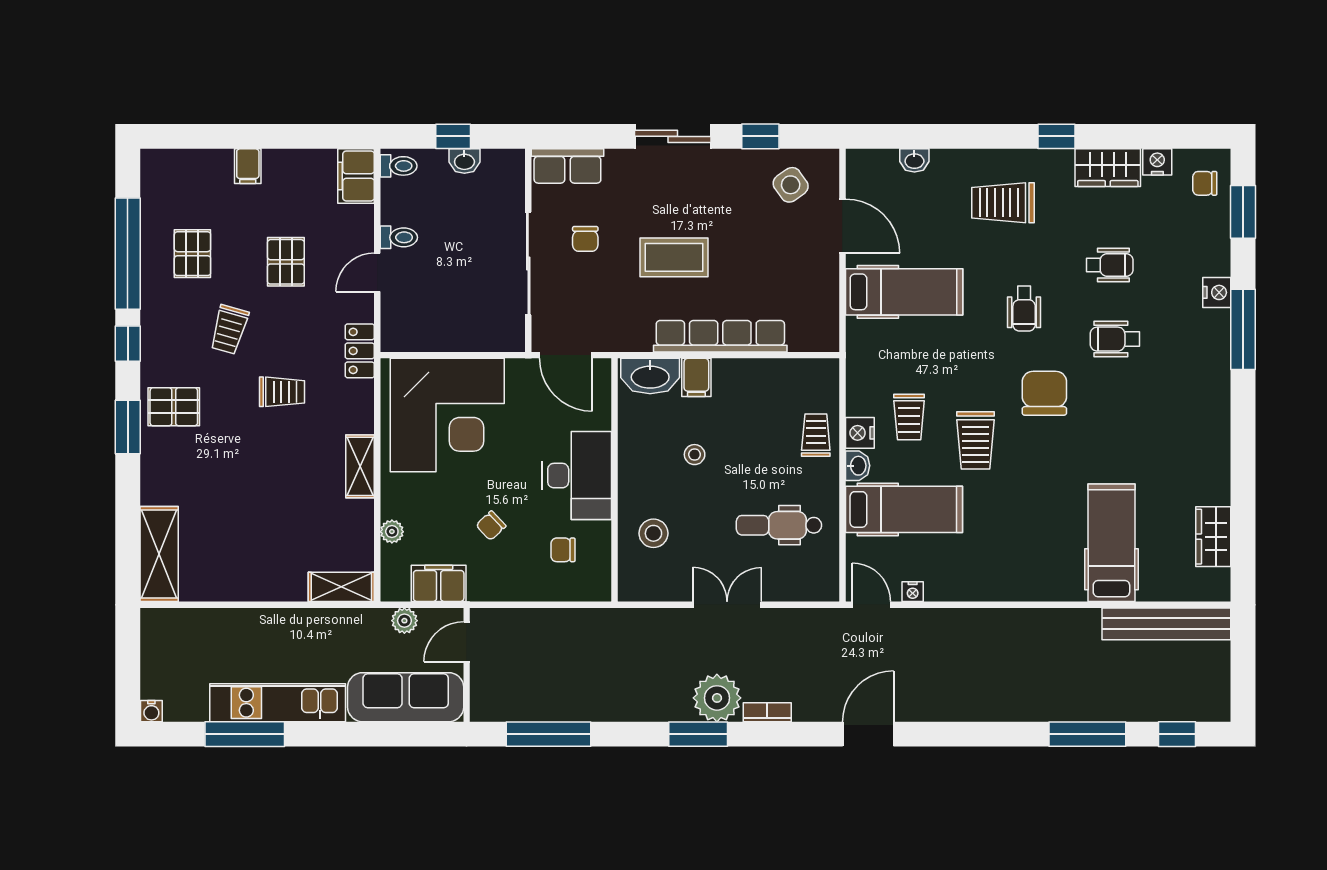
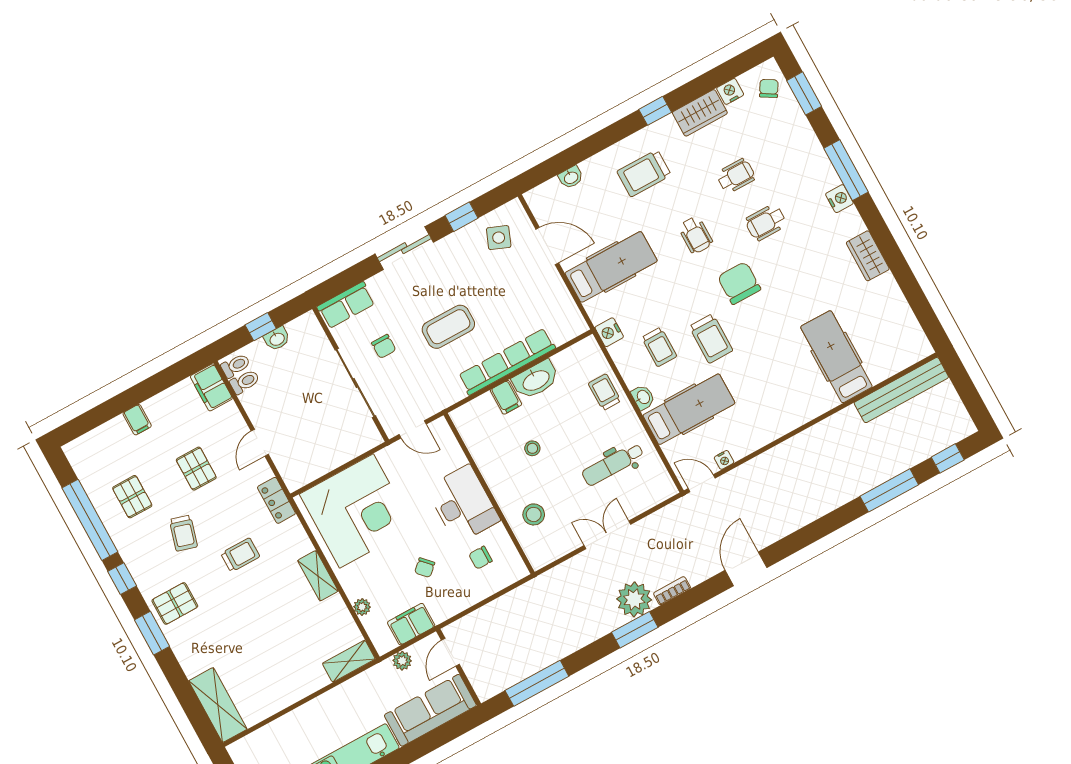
chair: (1205, 183) -> (769, 88), turned 121
side table: (791, 185) -> (499, 238), turned -33
toilet: (399, 237) -> (245, 382), moved
nightstand: (1217, 292) -> (839, 199), moved
door: (566, 355) -> (413, 429), width x0.73
washbasin: (650, 376) -> (536, 380), moved
nightstand: (860, 433) -> (609, 332), moved
wardrobe: (1213, 537) -> (868, 256), moved

